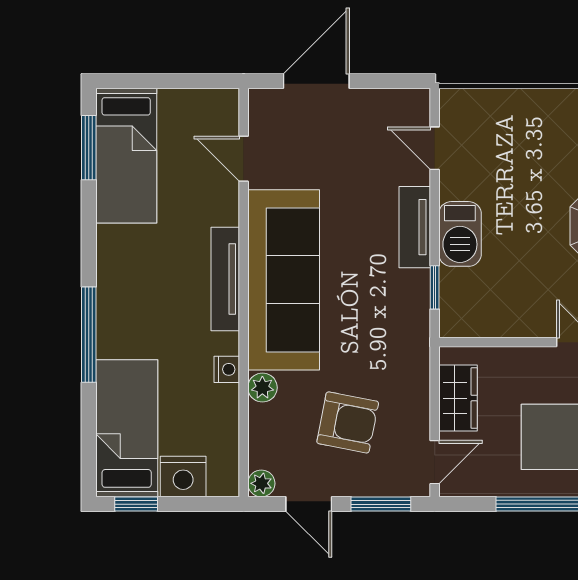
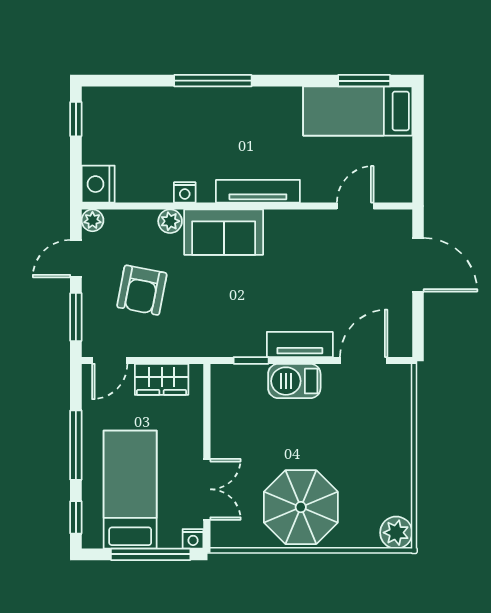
door: (435, 148) -> (364, 360), width x1.37
sofa: (284, 280) -> (224, 232), width x0.54, depth x0.79
bed: (127, 428) -> (137, 111), removed
door: (435, 462) -> (110, 360), hinge flipped
nightstand: (183, 476) -> (98, 184), moved

